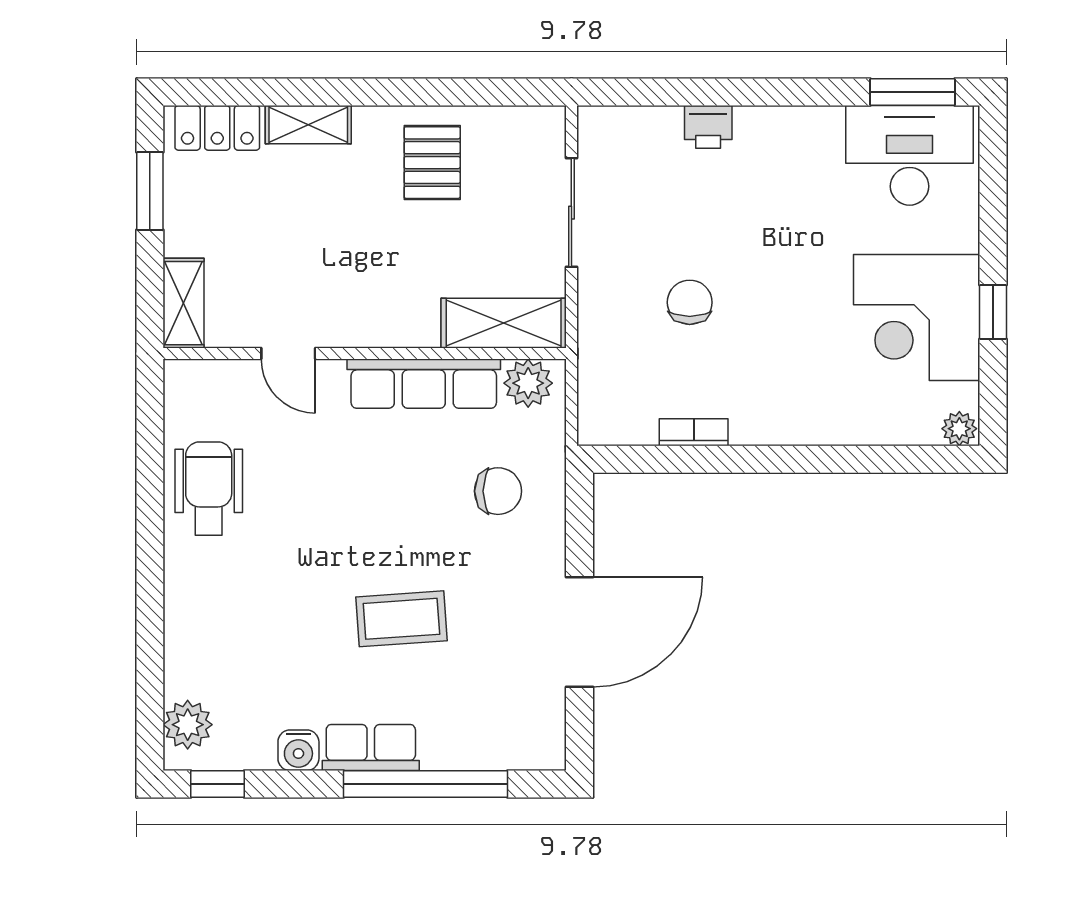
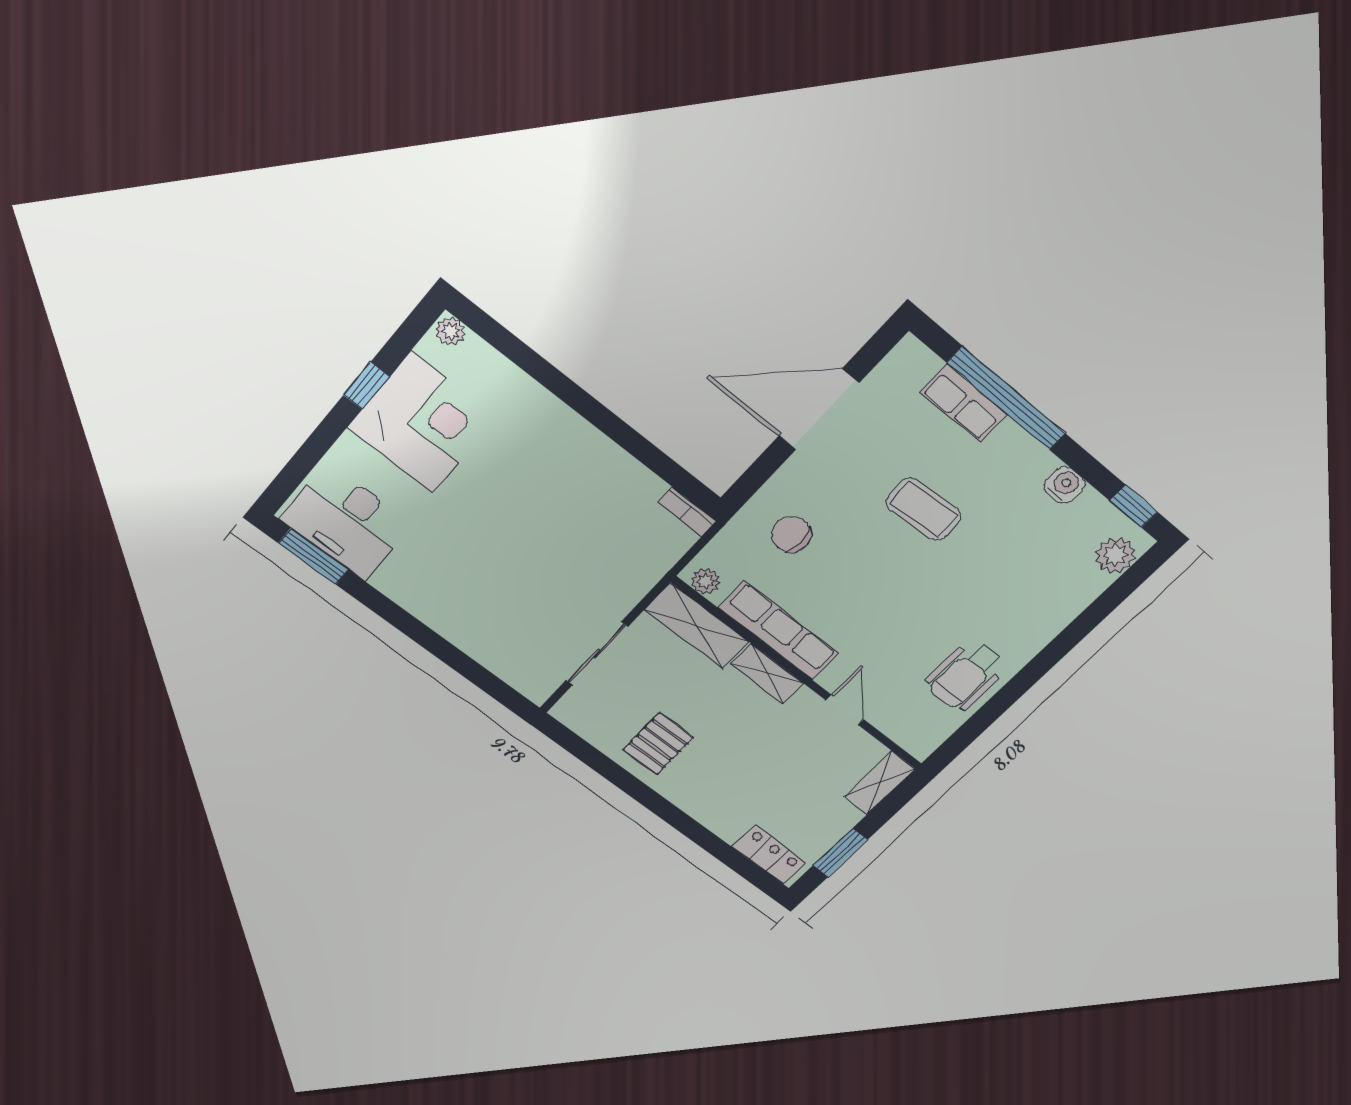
shelving: (308, 125) -> (767, 674), moved
printer: (708, 127) -> (466, 635), removed
chair: (690, 302) -> (567, 547), removed
plant: (528, 383) -> (706, 581), width x0.73, depth x0.73
bookcase: (694, 432) -> (687, 512), moved
row of seats: (371, 748) -> (964, 403), moved

